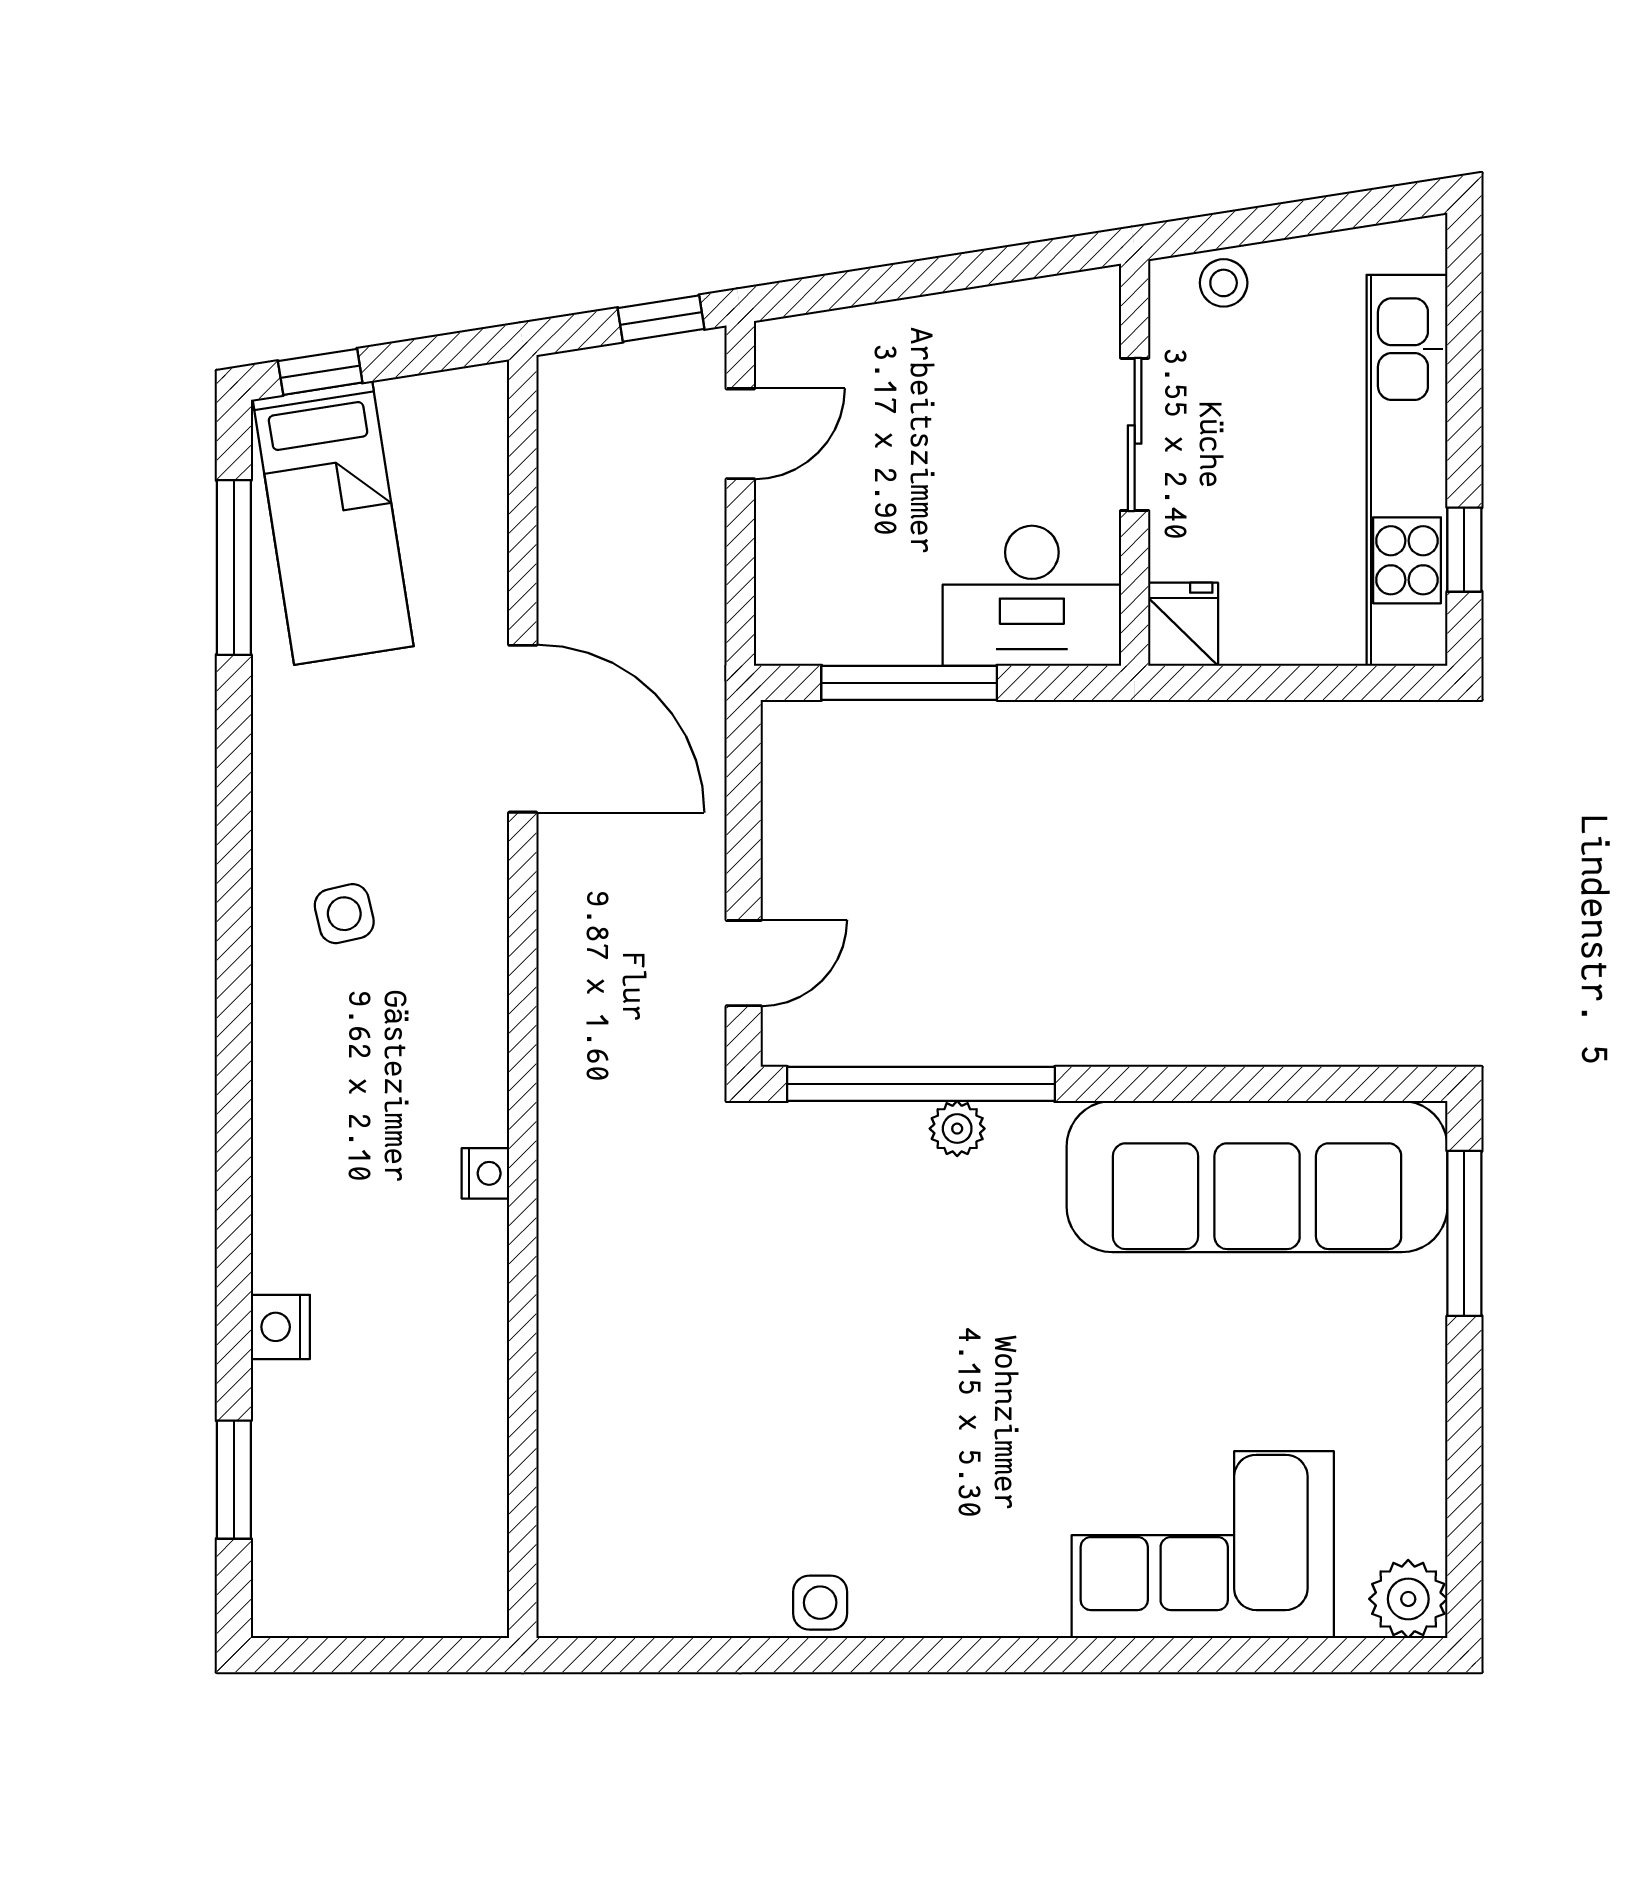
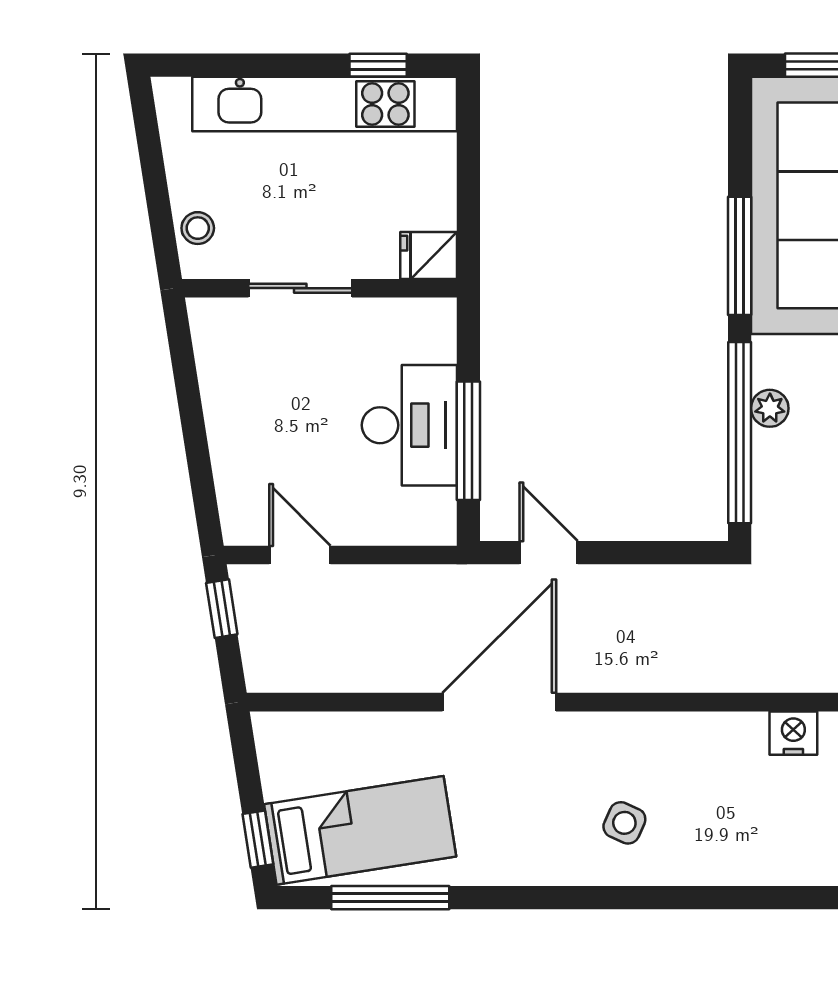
desk: (1032, 596) -> (409, 425), moved
side table: (344, 914) -> (624, 823), turned 37
door: (744, 963) -> (549, 553), moved
window: (1182, 1084) -> (740, 256), added
nightstand: (485, 1173) -> (793, 733), width x1.39, depth x1.35

